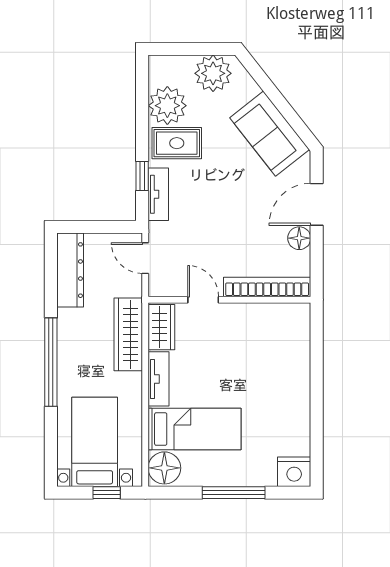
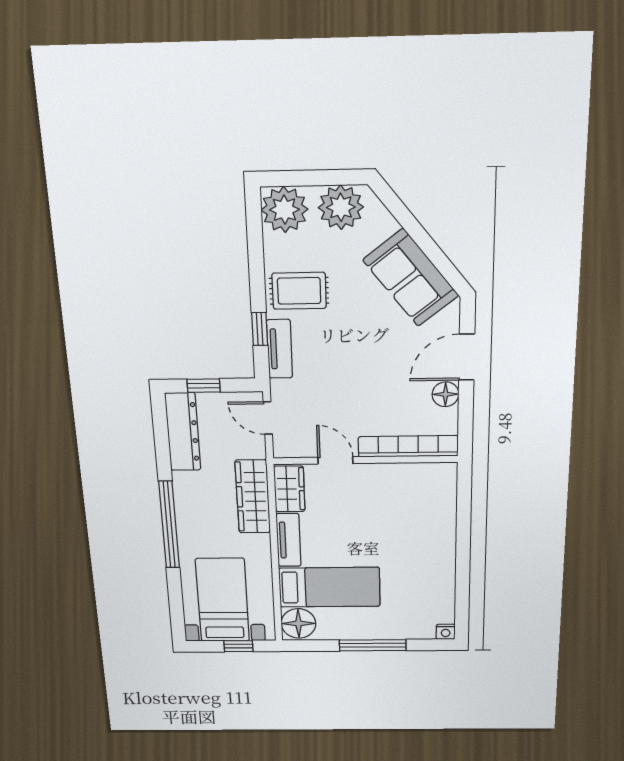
plant: (167, 106) -> (284, 210), moved
window: (91, 227) -> (204, 386), added
nightstand: (294, 472) -> (446, 632), width x0.53, depth x0.56

